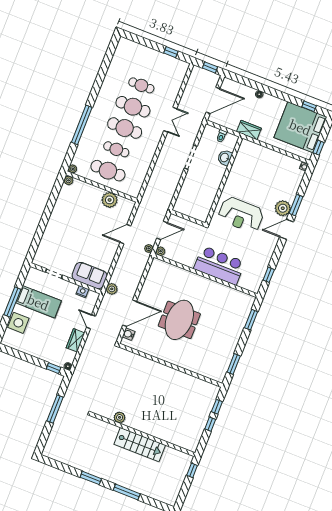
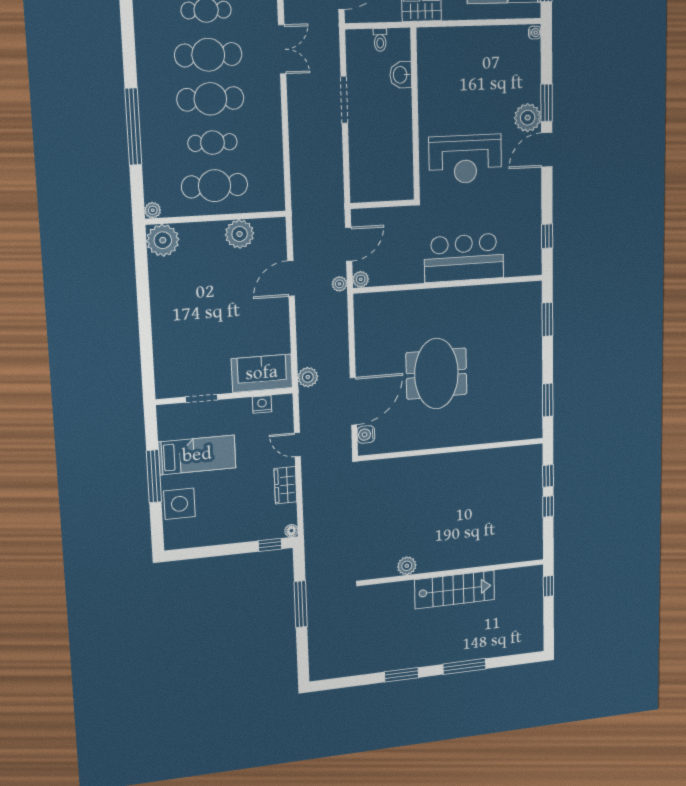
plant: (69, 180) -> (163, 240), width x1.88, depth x1.88

